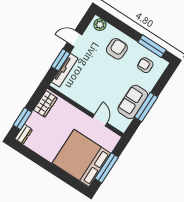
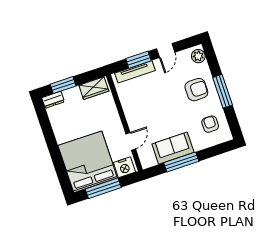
door: (74, 39) -> (166, 51), swing flipped
window: (152, 46) -> (223, 91), moved
nightstand: (110, 142) -> (124, 167), added

